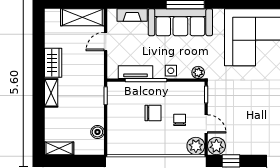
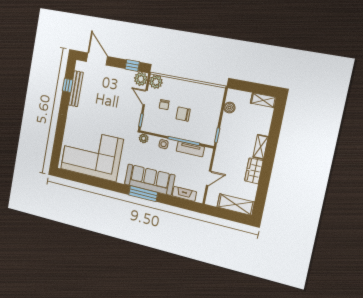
shelving: (82, 17) -> (236, 205), moved

